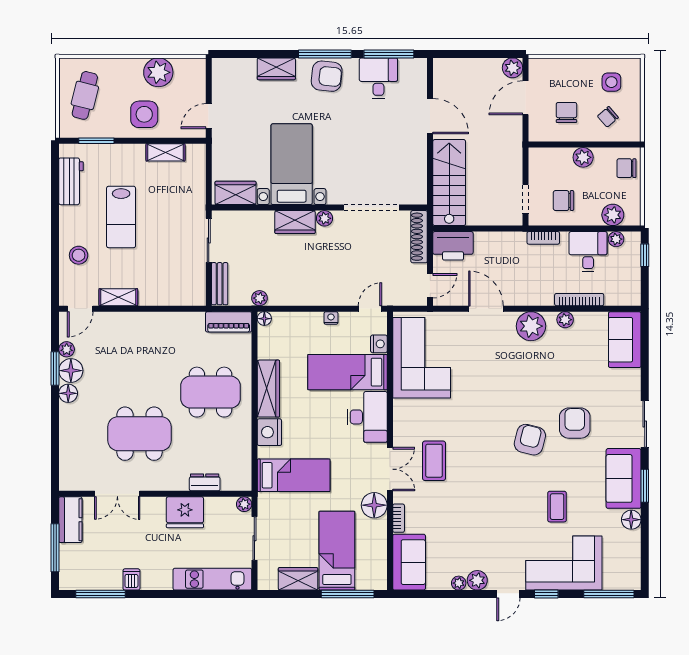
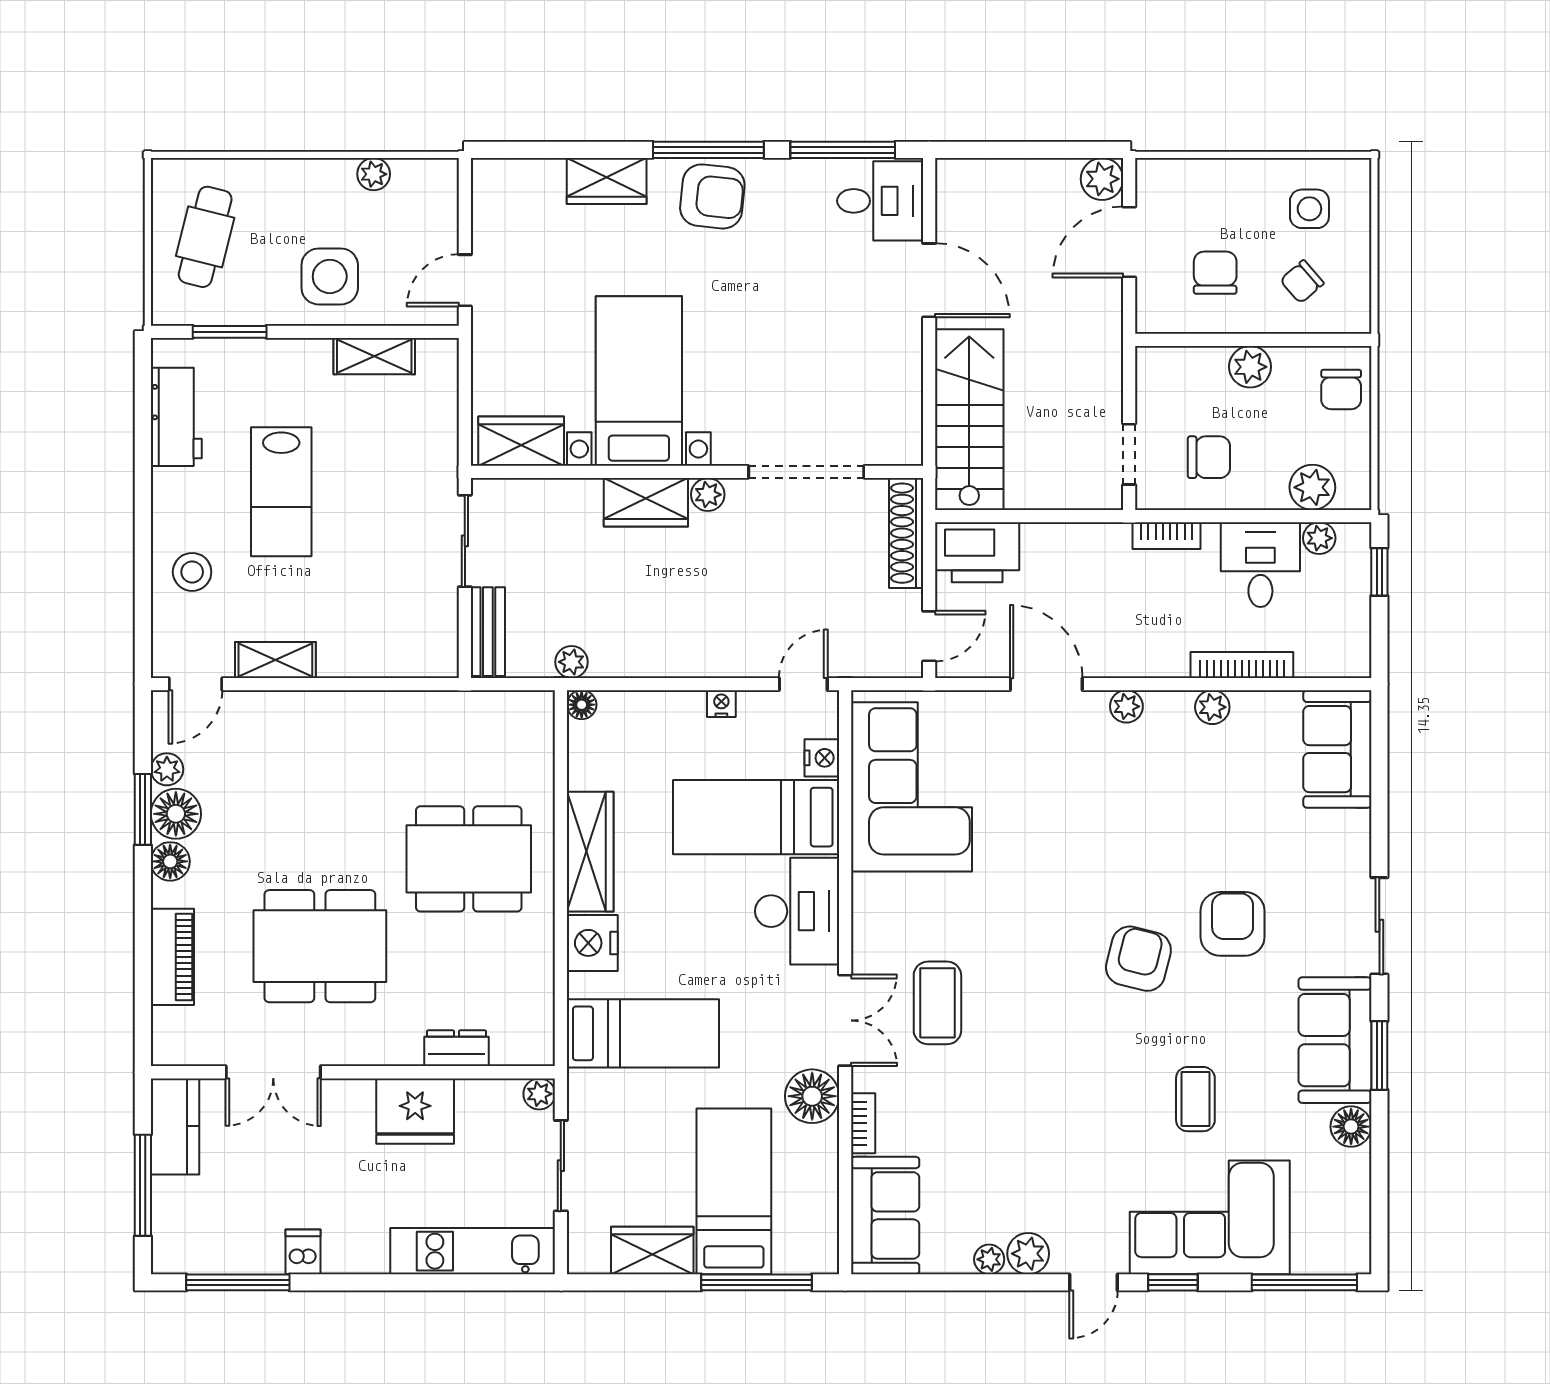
plant: (158, 72) -> (374, 174), width x0.53, depth x0.53
desk: (378, 78) -> (880, 201), moved, turned 90
chair: (627, 168) -> (1341, 389), turned -90
chair: (563, 201) -> (1209, 457), turned 180
piano: (229, 322) -> (172, 957), moved, turned -90
plant: (531, 326) -> (1126, 706), width x0.53, depth x0.53

